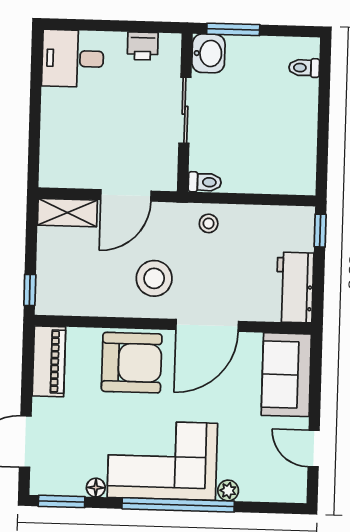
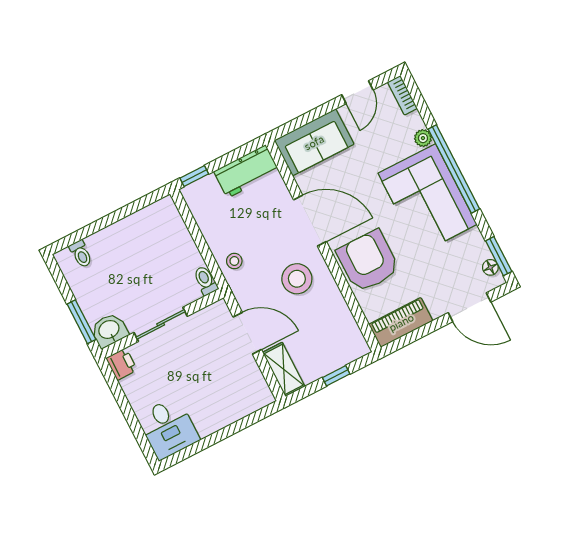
printer: (143, 46) -> (121, 364), moved
window: (30, 290) -> (336, 376), moved
floor lamp: (96, 488) -> (490, 267), moved
bookcase: (285, 494) -> (402, 95), added

